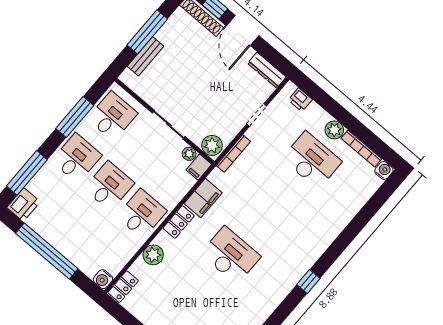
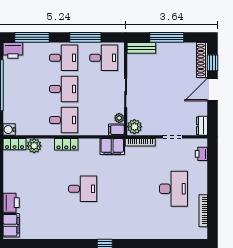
bench: (146, 56) -> (141, 48), moved
dresser: (267, 70) -> (202, 126), width x0.70
plant: (334, 130) -> (201, 187), removed
water cooler: (384, 170) -> (202, 233), removed
filing cabinet: (203, 198) -> (112, 147), moved
locker: (179, 222) -> (66, 144), moved
plant: (153, 255) -> (34, 146), moved
desk: (231, 255) -> (83, 189), width x0.73

